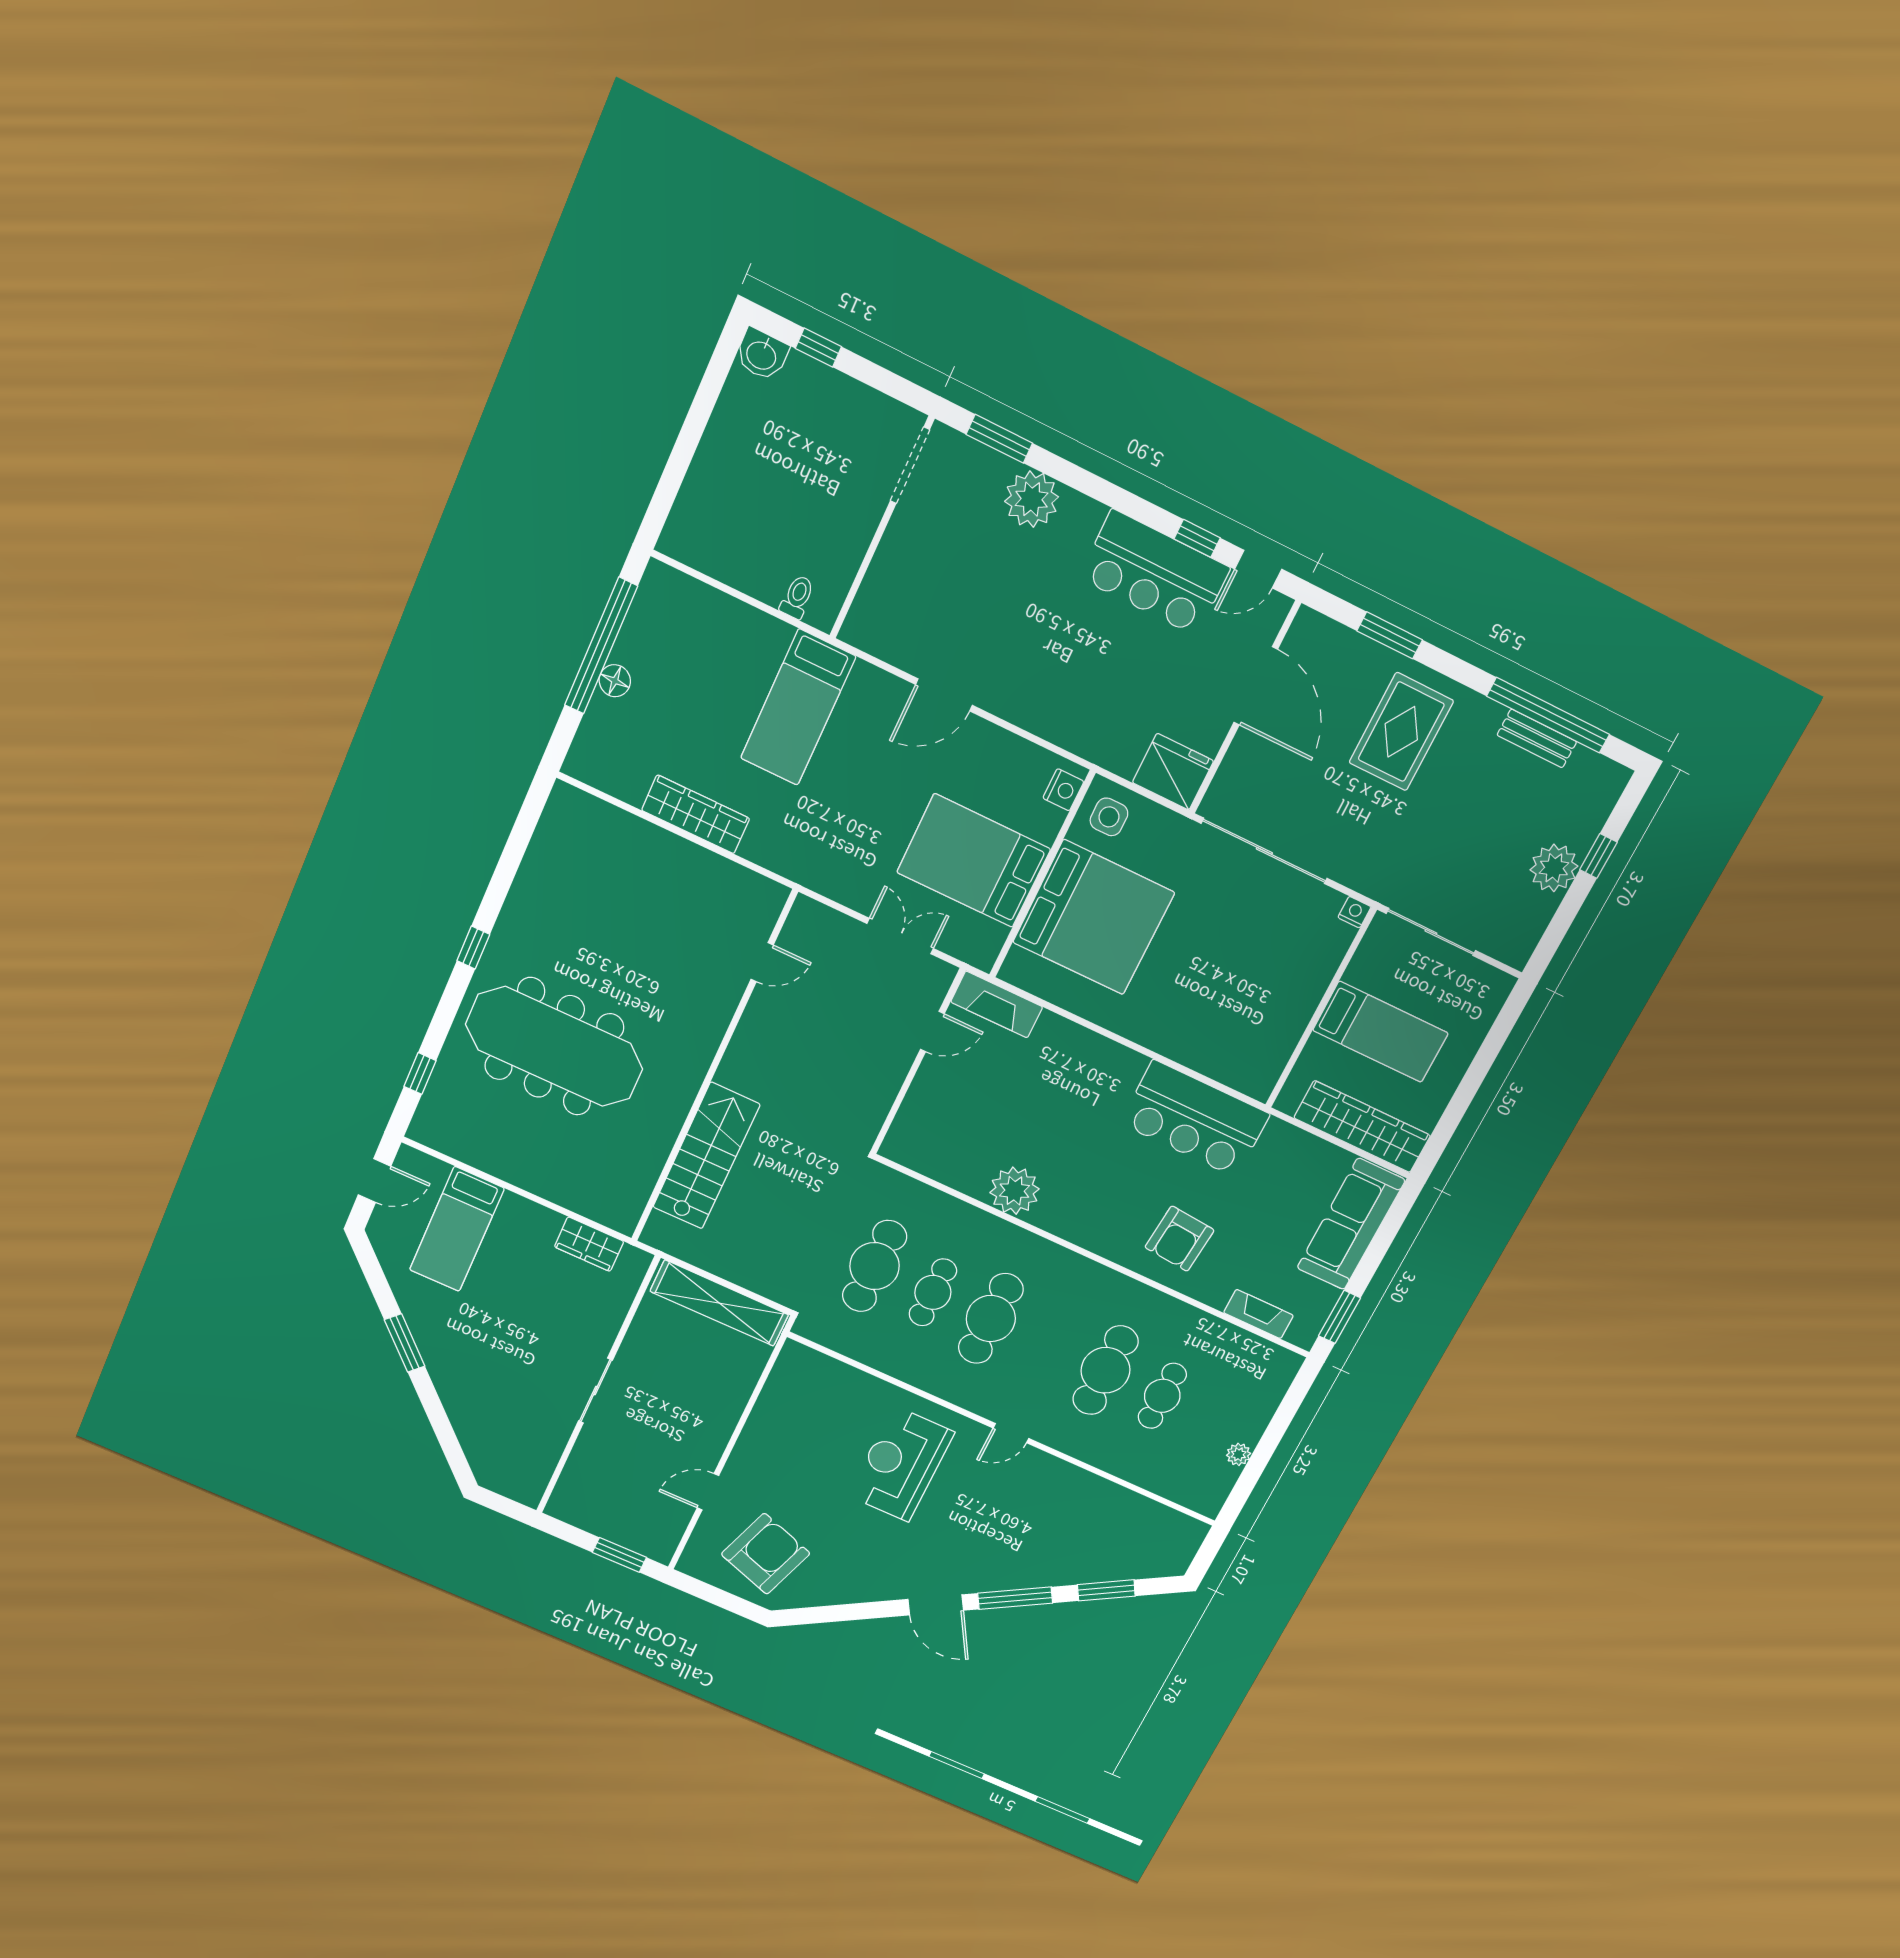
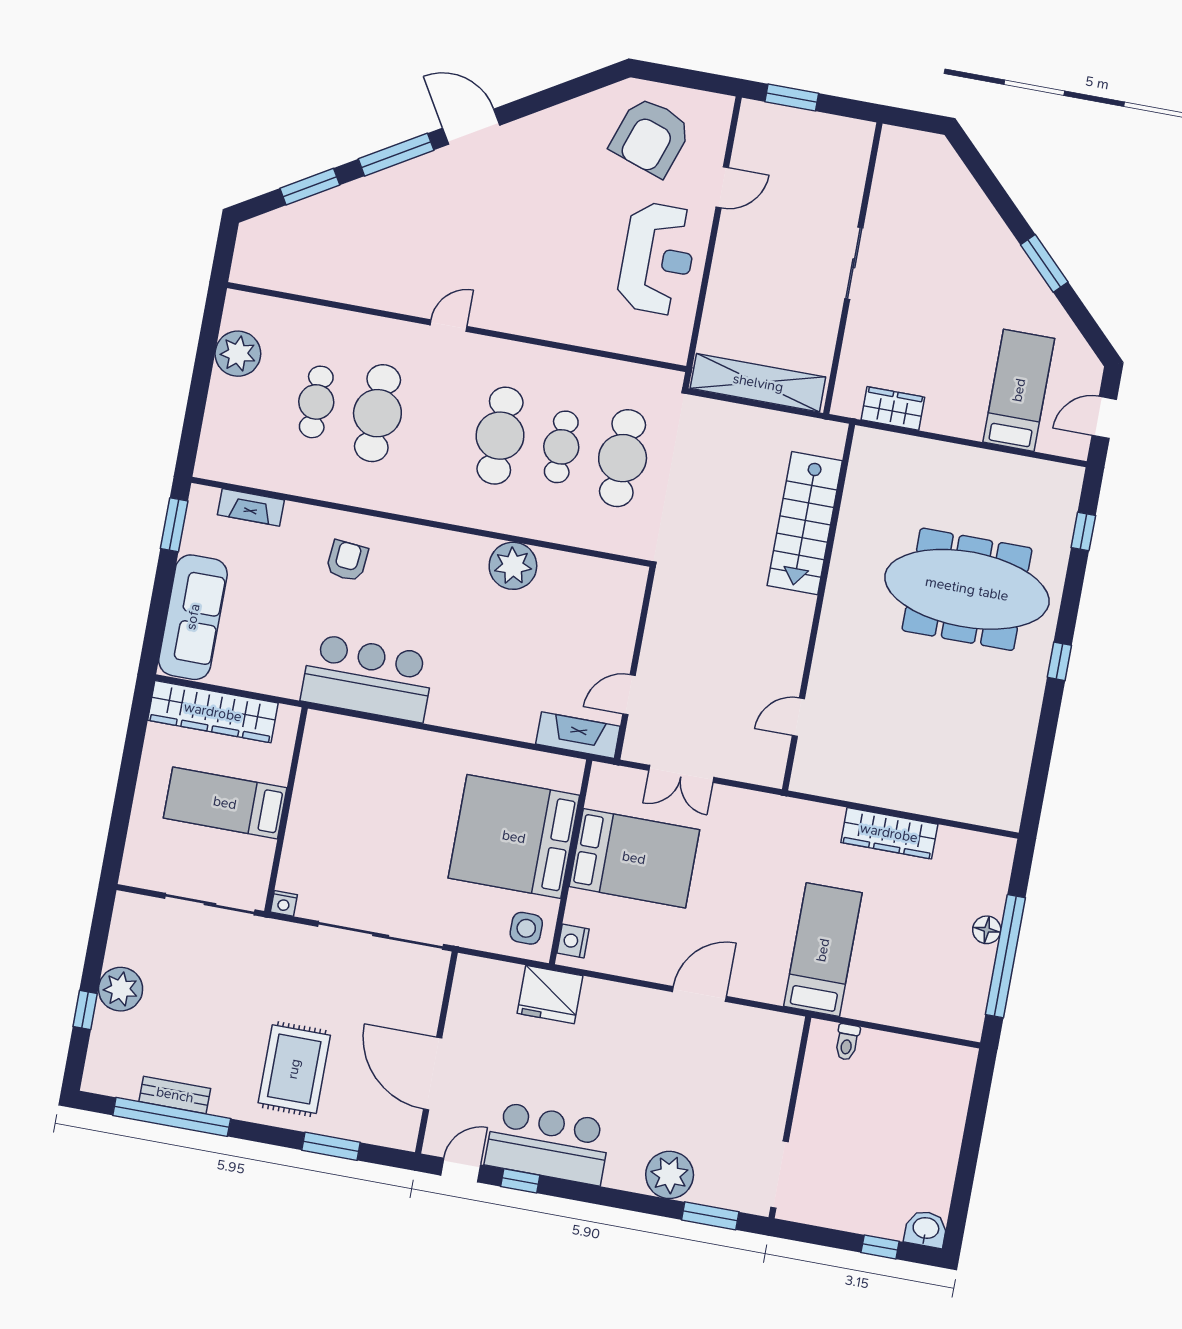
fridge: (1173, 772) -> (550, 995), moved
armchair: (1179, 1239) -> (347, 561), width x0.72, depth x0.72
plant: (1239, 1454) -> (238, 354), width x1.88, depth x1.88
reception desk: (901, 1464) -> (658, 259), moved

